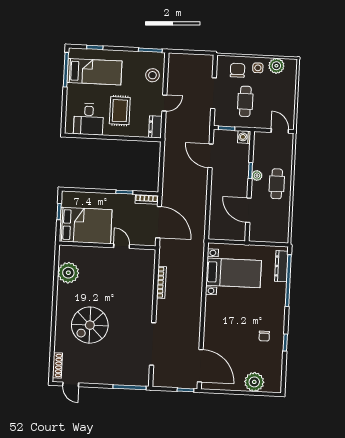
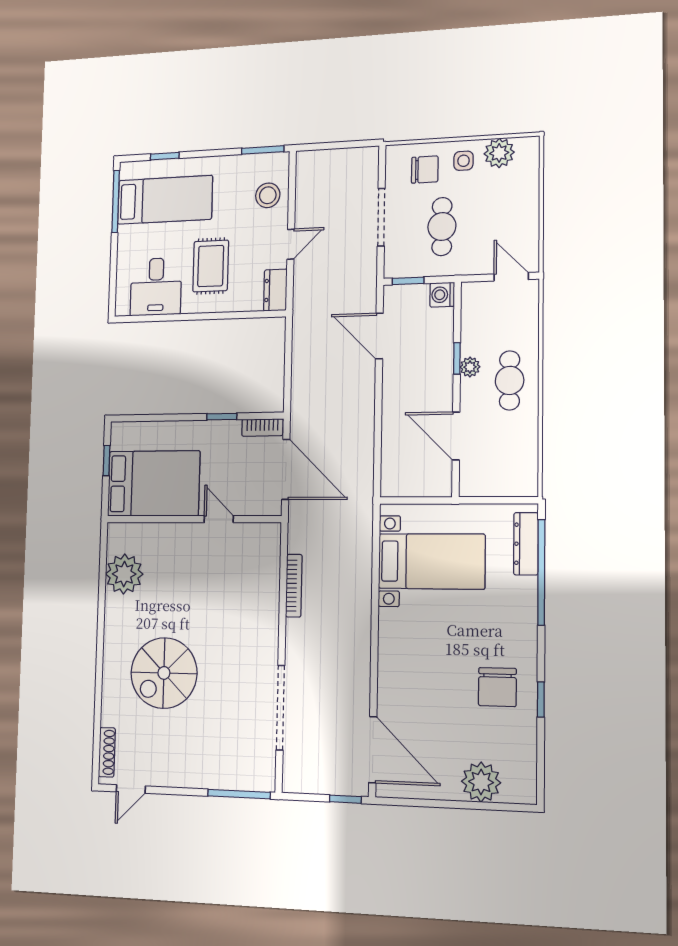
chair: (237, 70) -> (425, 170), turned 90
chair: (264, 336) -> (497, 687), width x1.87, depth x1.87
door: (71, 384) -> (131, 789), hinge flipped

